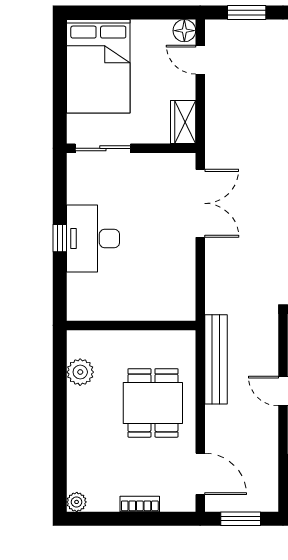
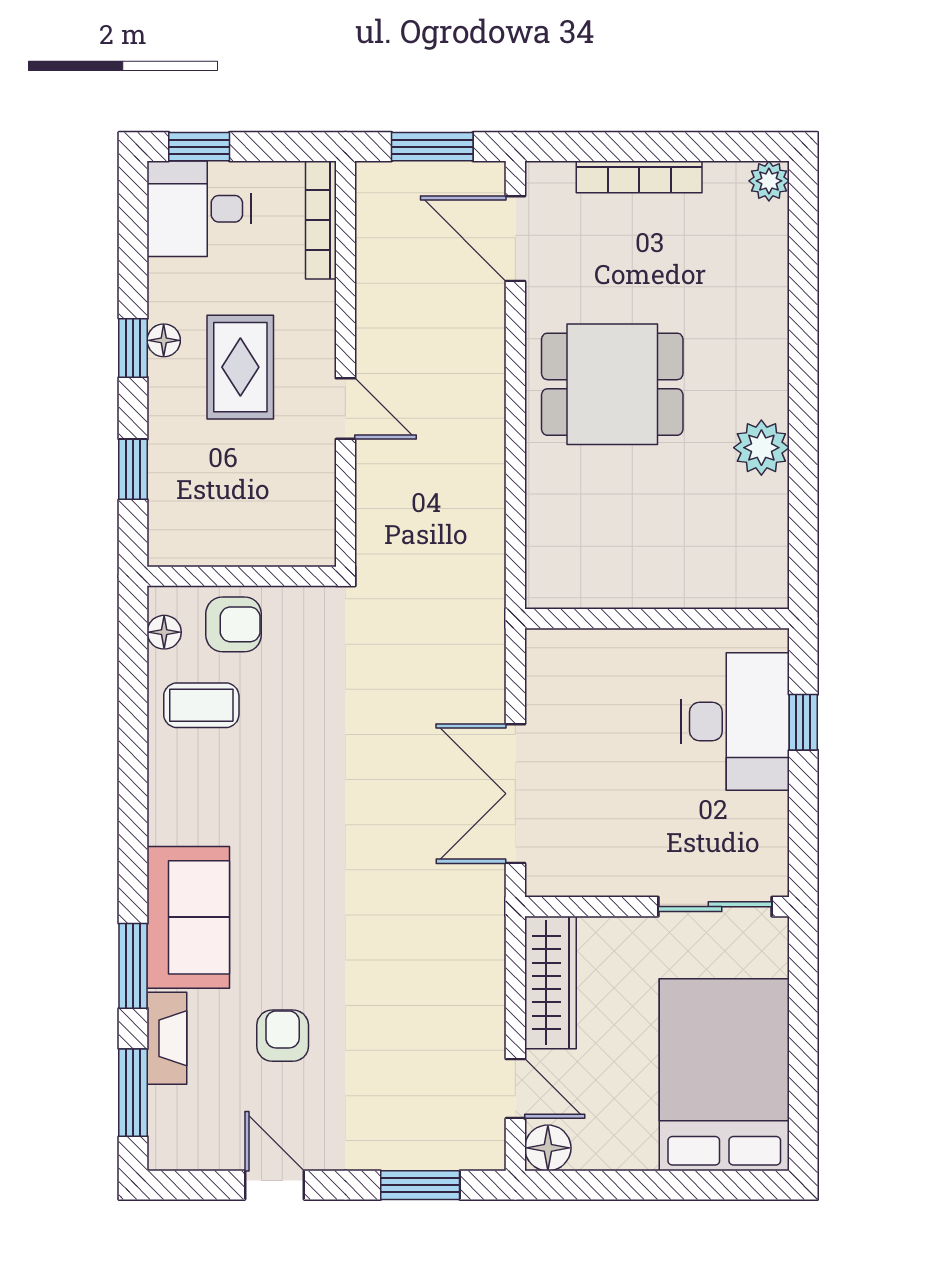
wardrobe: (183, 122) -> (551, 983), width x1.50
wall: (131, 325) -> (657, 619), moved
bench: (216, 359) -> (483, 474), removed
dining table: (153, 403) -> (612, 384), turned 90
bookcase: (140, 504) -> (639, 177), width x1.56

